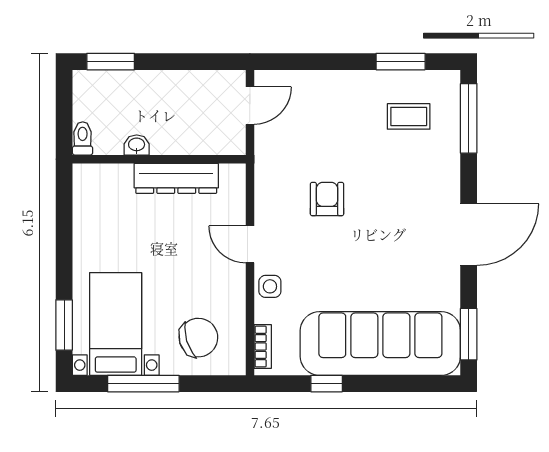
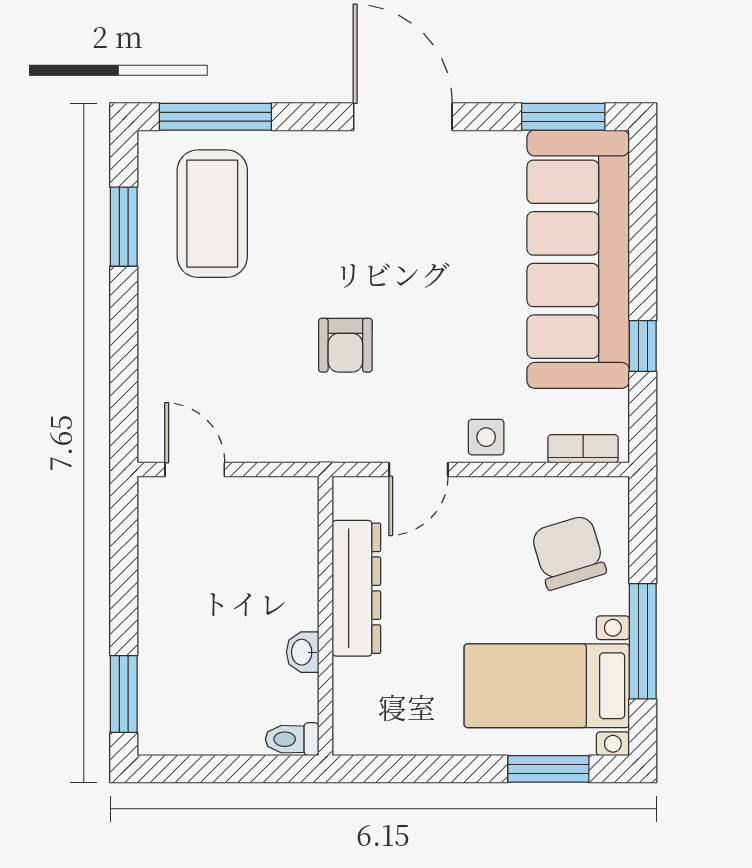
coffee table: (409, 116) -> (212, 214), width x1.86, depth x1.72
toilet: (83, 139) -> (292, 739), moved
washbasin: (137, 145) -> (303, 652), moved
wall: (159, 159) -> (326, 616), moved
dresser: (176, 178) -> (356, 588), moved
armchair: (327, 199) -> (345, 345), turned -90

